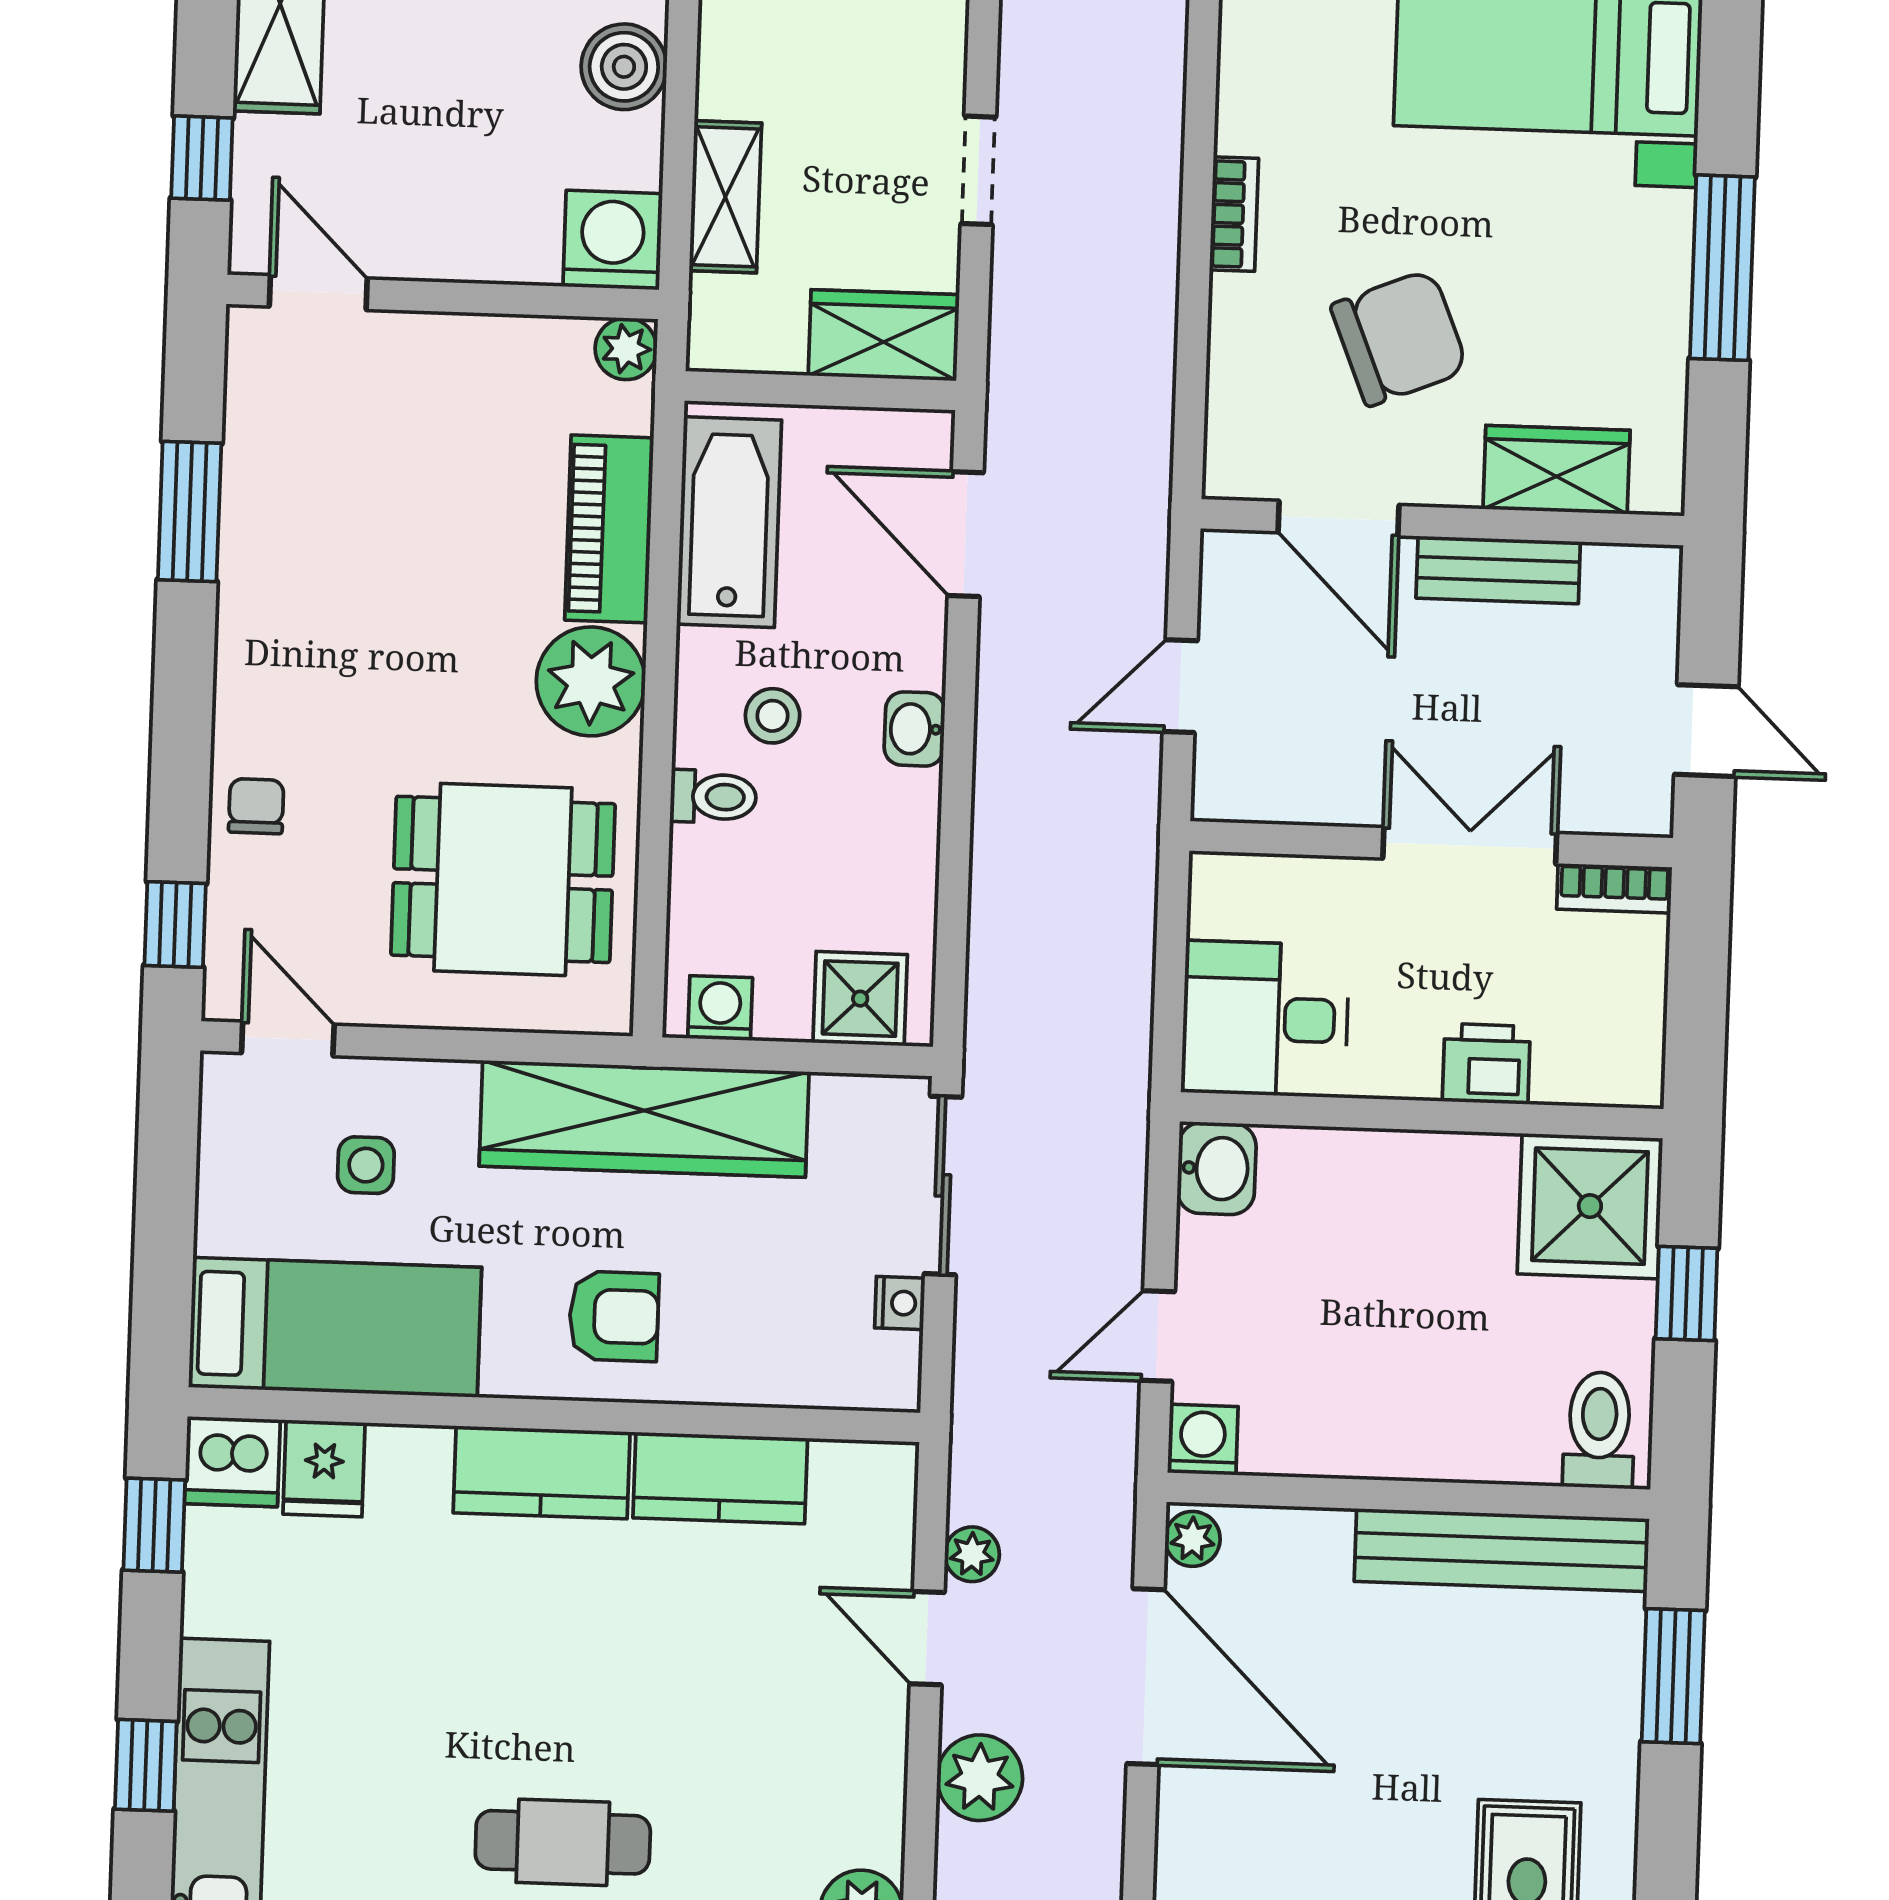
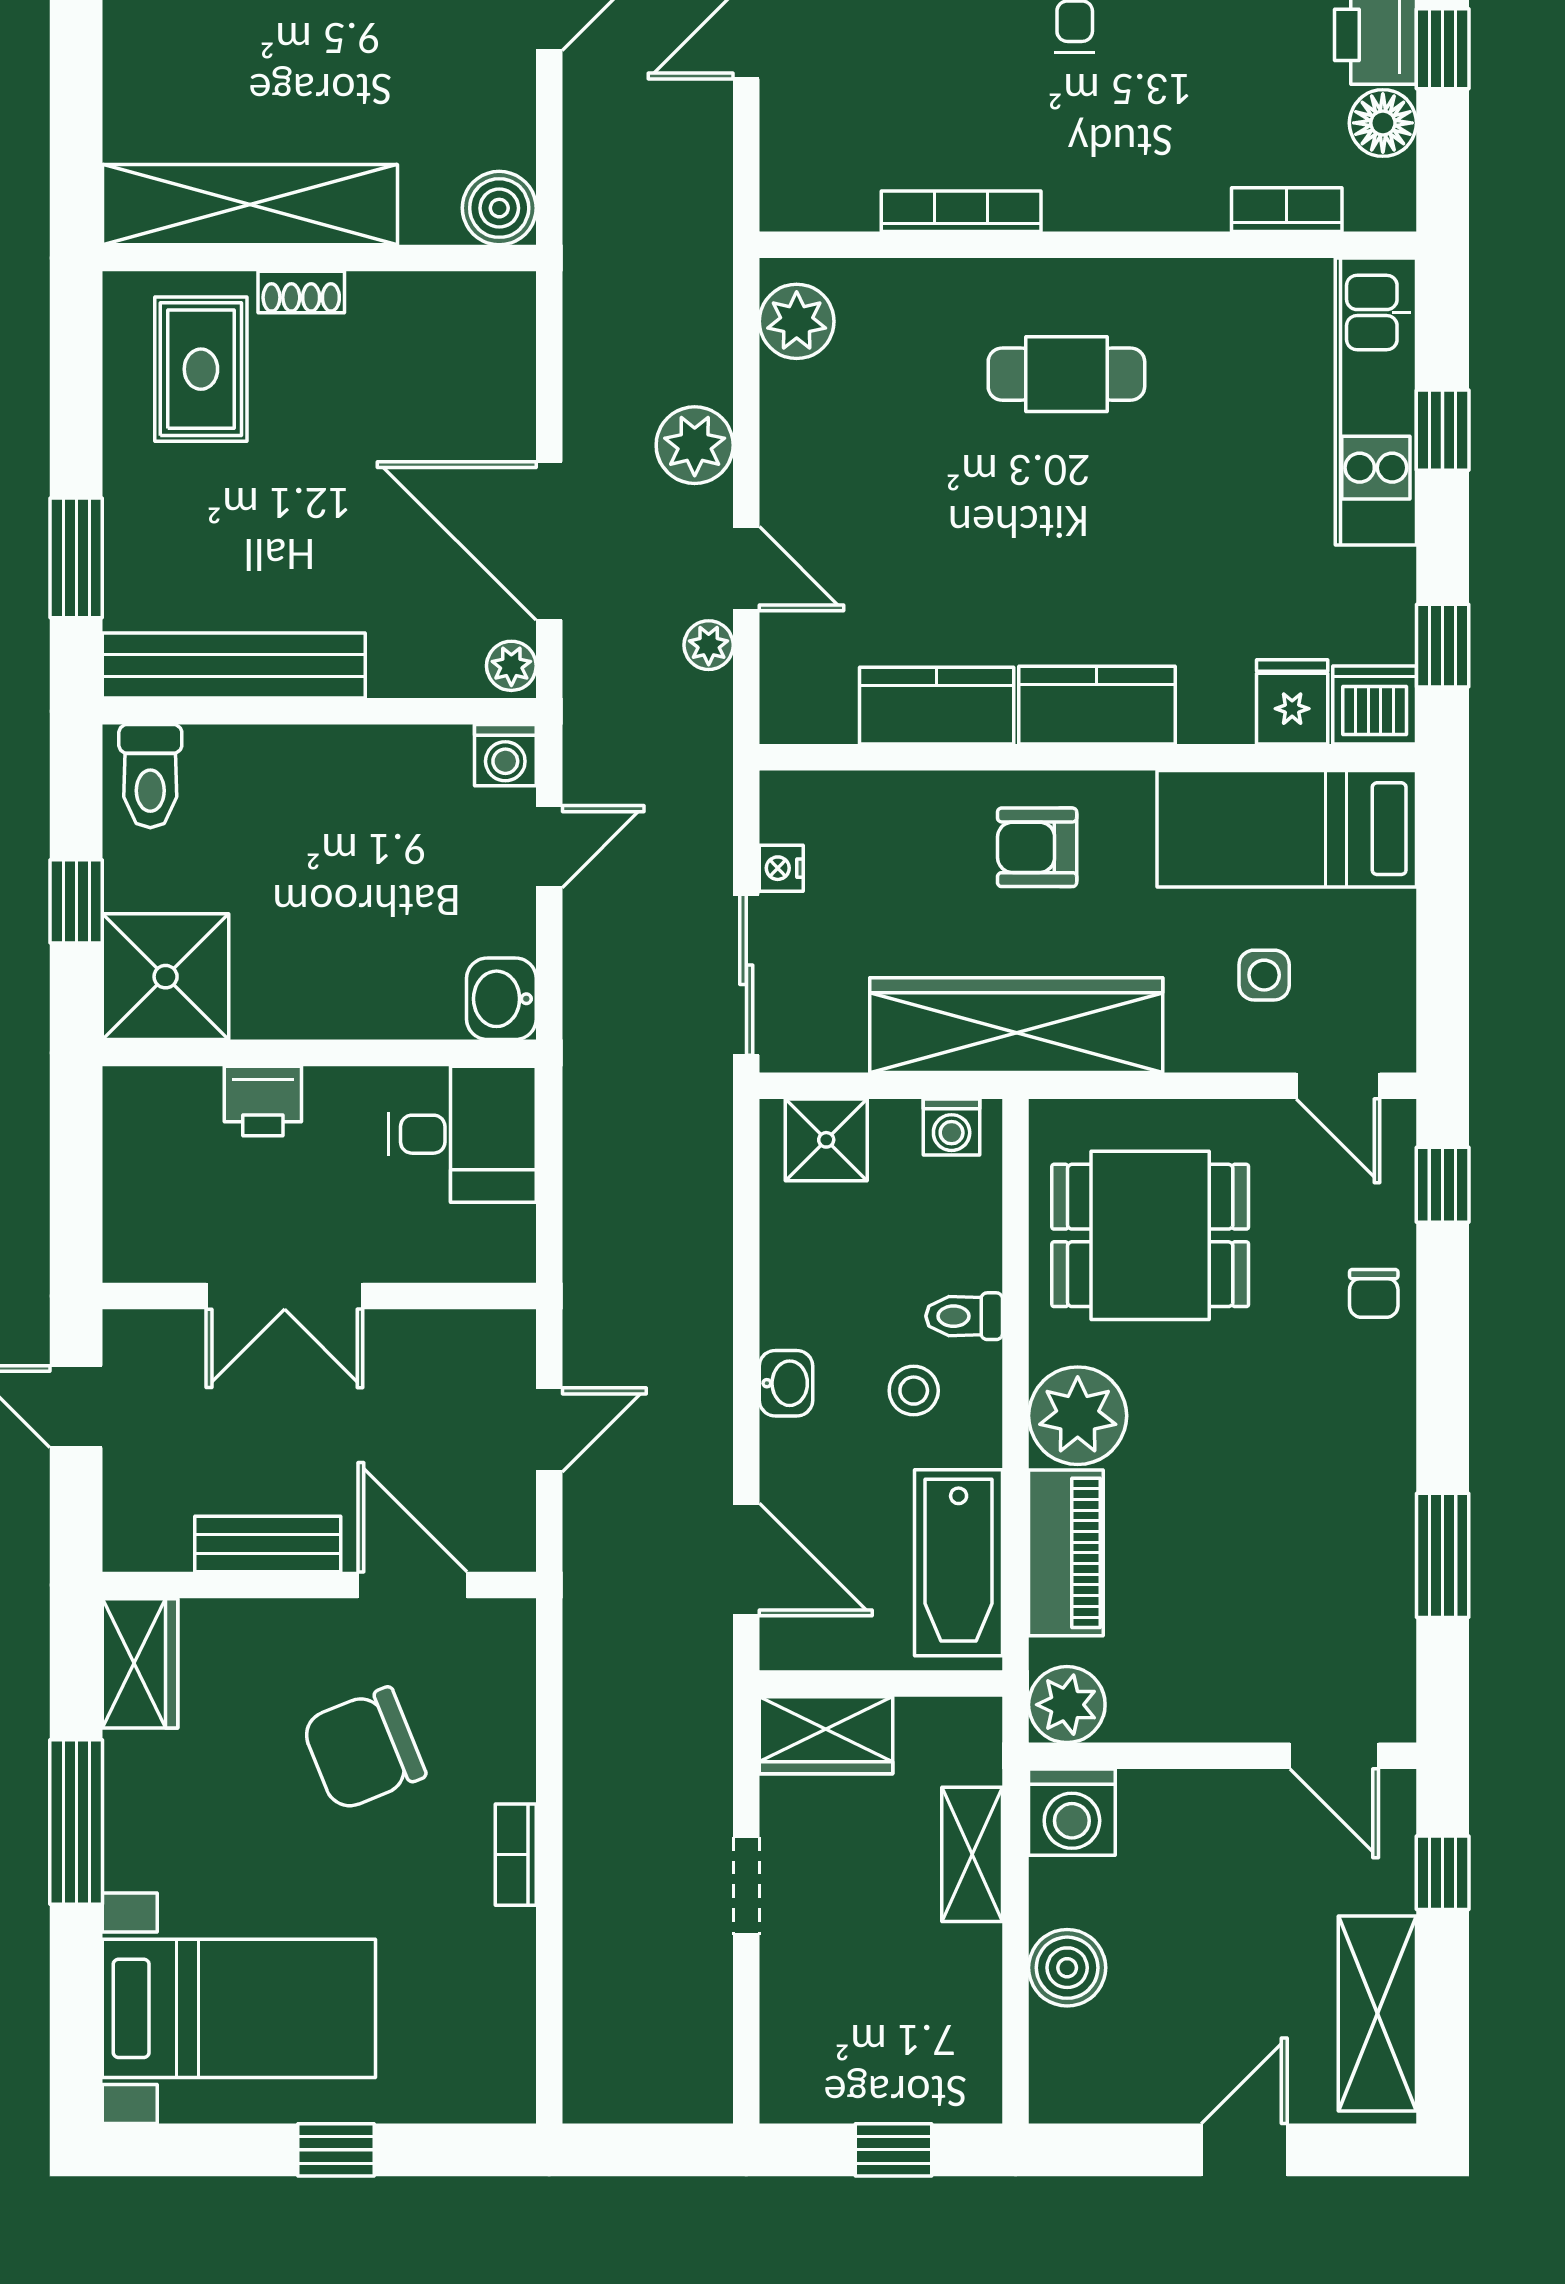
plant: (626, 349) -> (1067, 1705), width x1.38, depth x1.38
wardrobe: (1557, 470) -> (140, 1663), moved, turned -90
bookcase: (1614, 888) -> (154, 1262), removed

